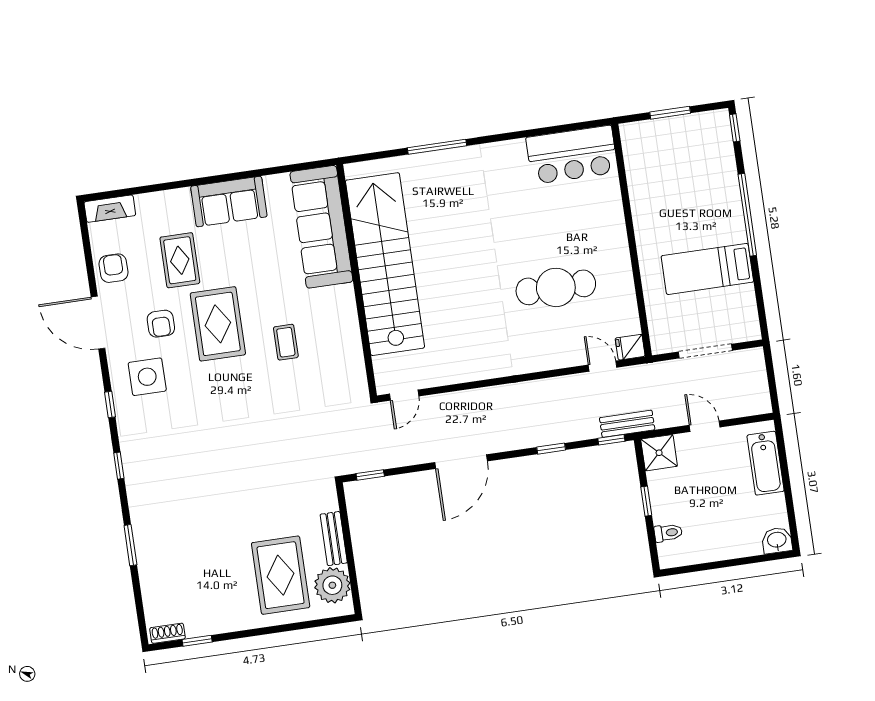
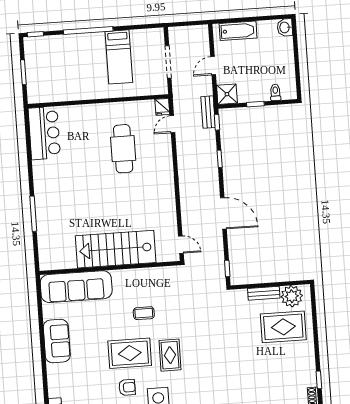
rug: (180, 260) -> (170, 355), moved, turned 90
stairs: (385, 264) -> (116, 249), width x0.73

